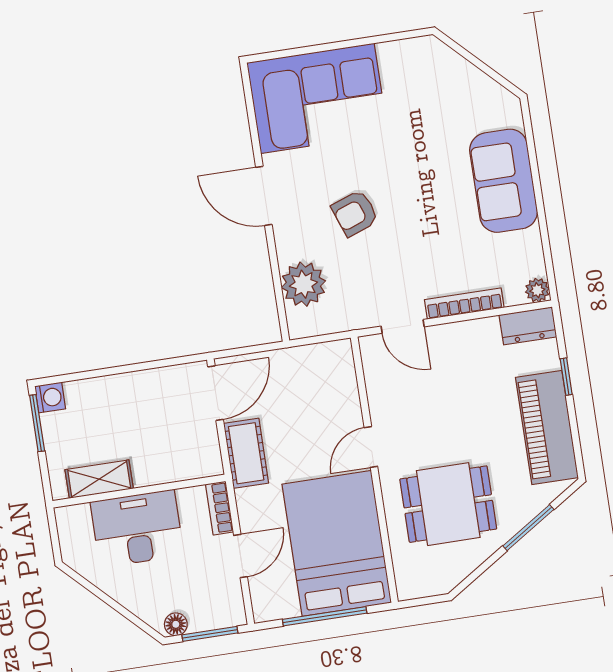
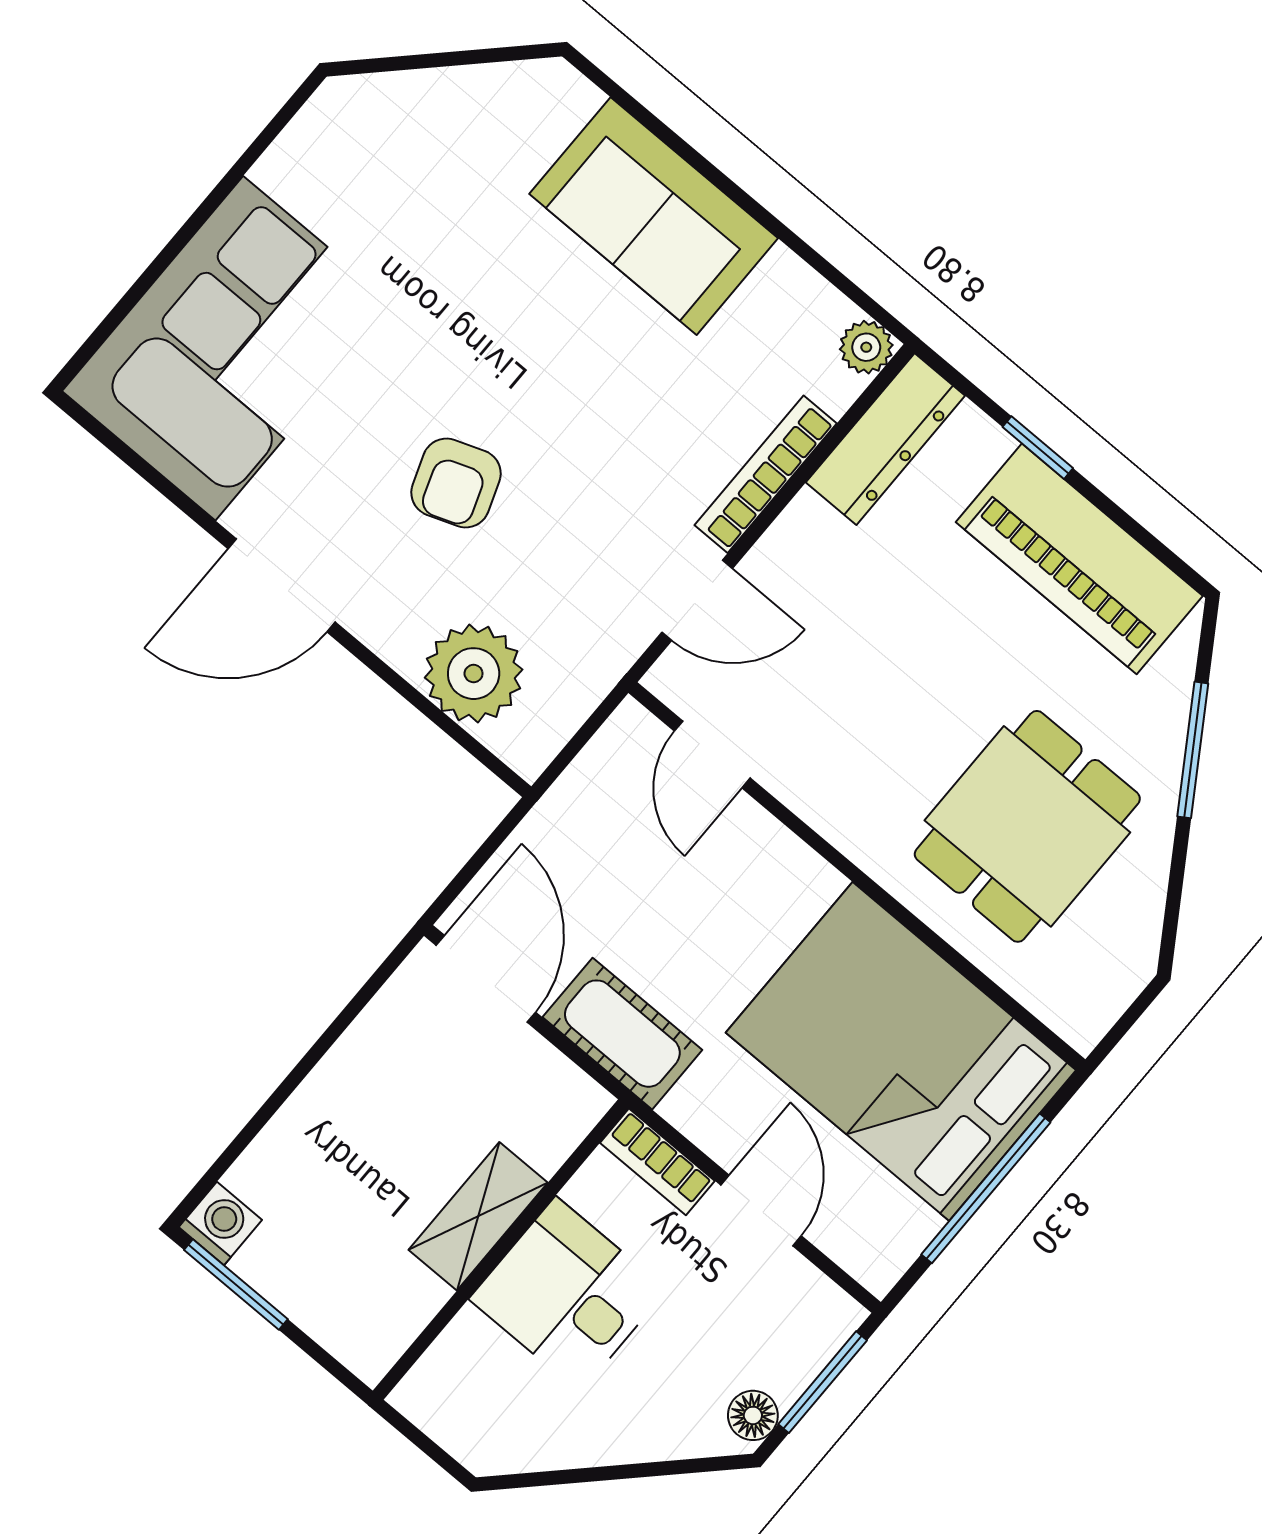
dresser: (528, 326) -> (885, 439), width x1.44
door: (371, 447) -> (712, 755), moved
shelving: (99, 479) -> (478, 1216), moved
desk: (137, 529) -> (568, 1294), width x0.73

